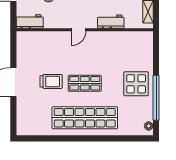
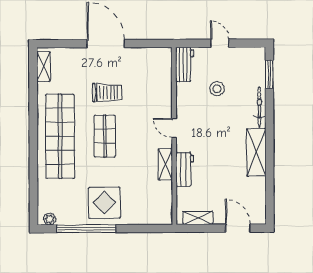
shelving: (107, 37) -> (165, 164), added
trolley: (51, 81) -> (107, 92), turned -90
shelving: (31, 130) -> (44, 66), added

